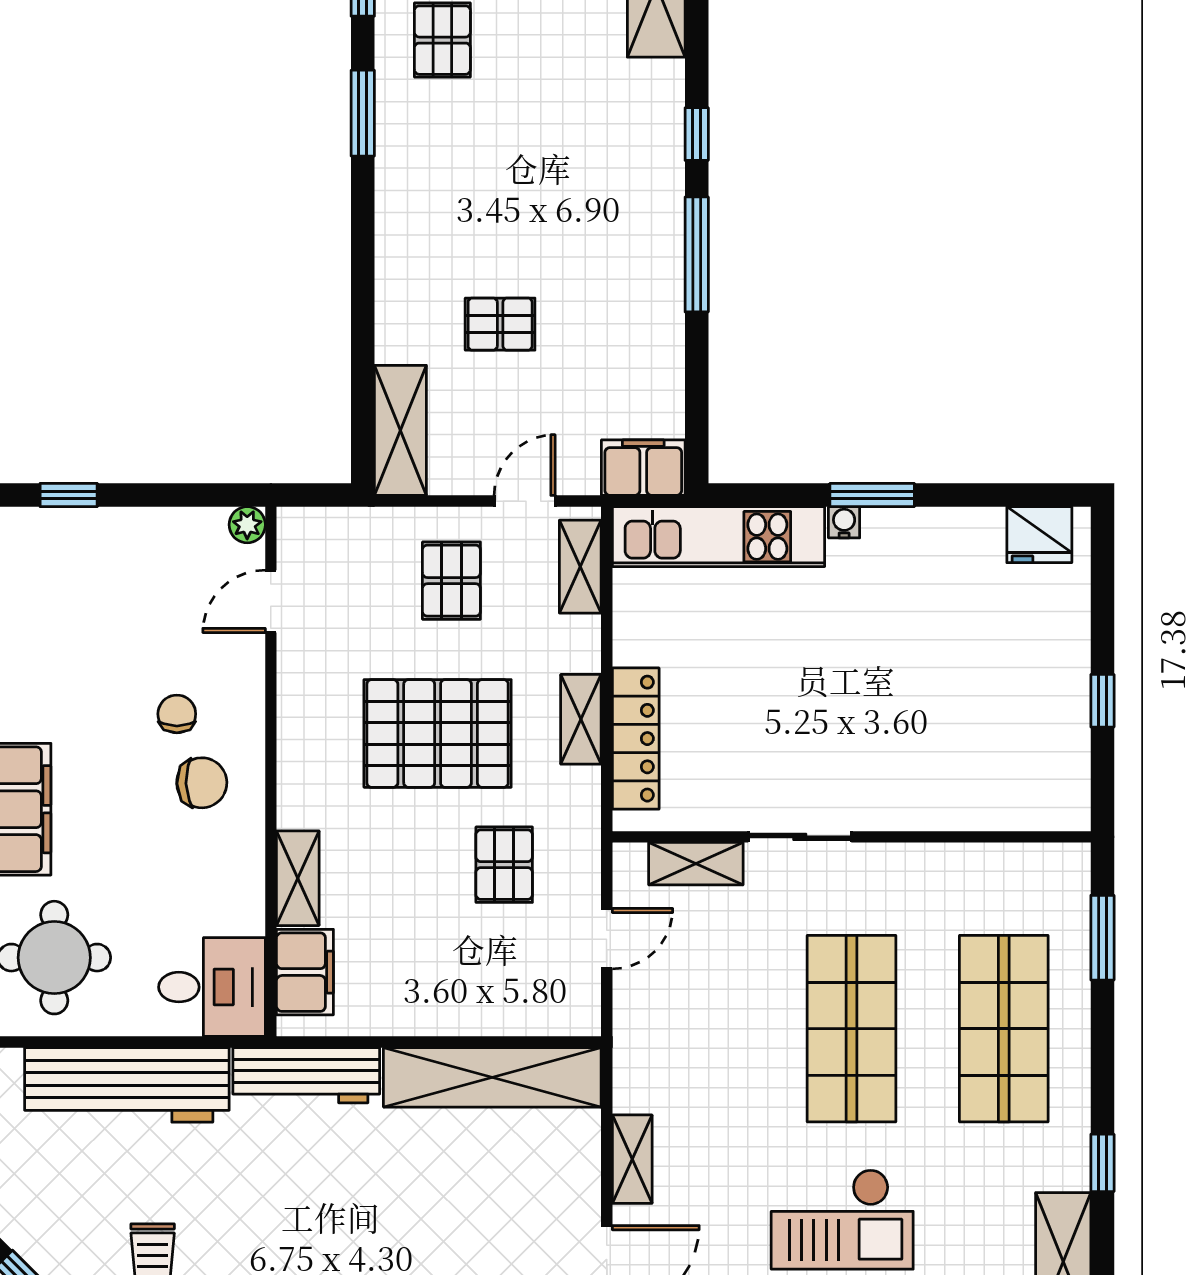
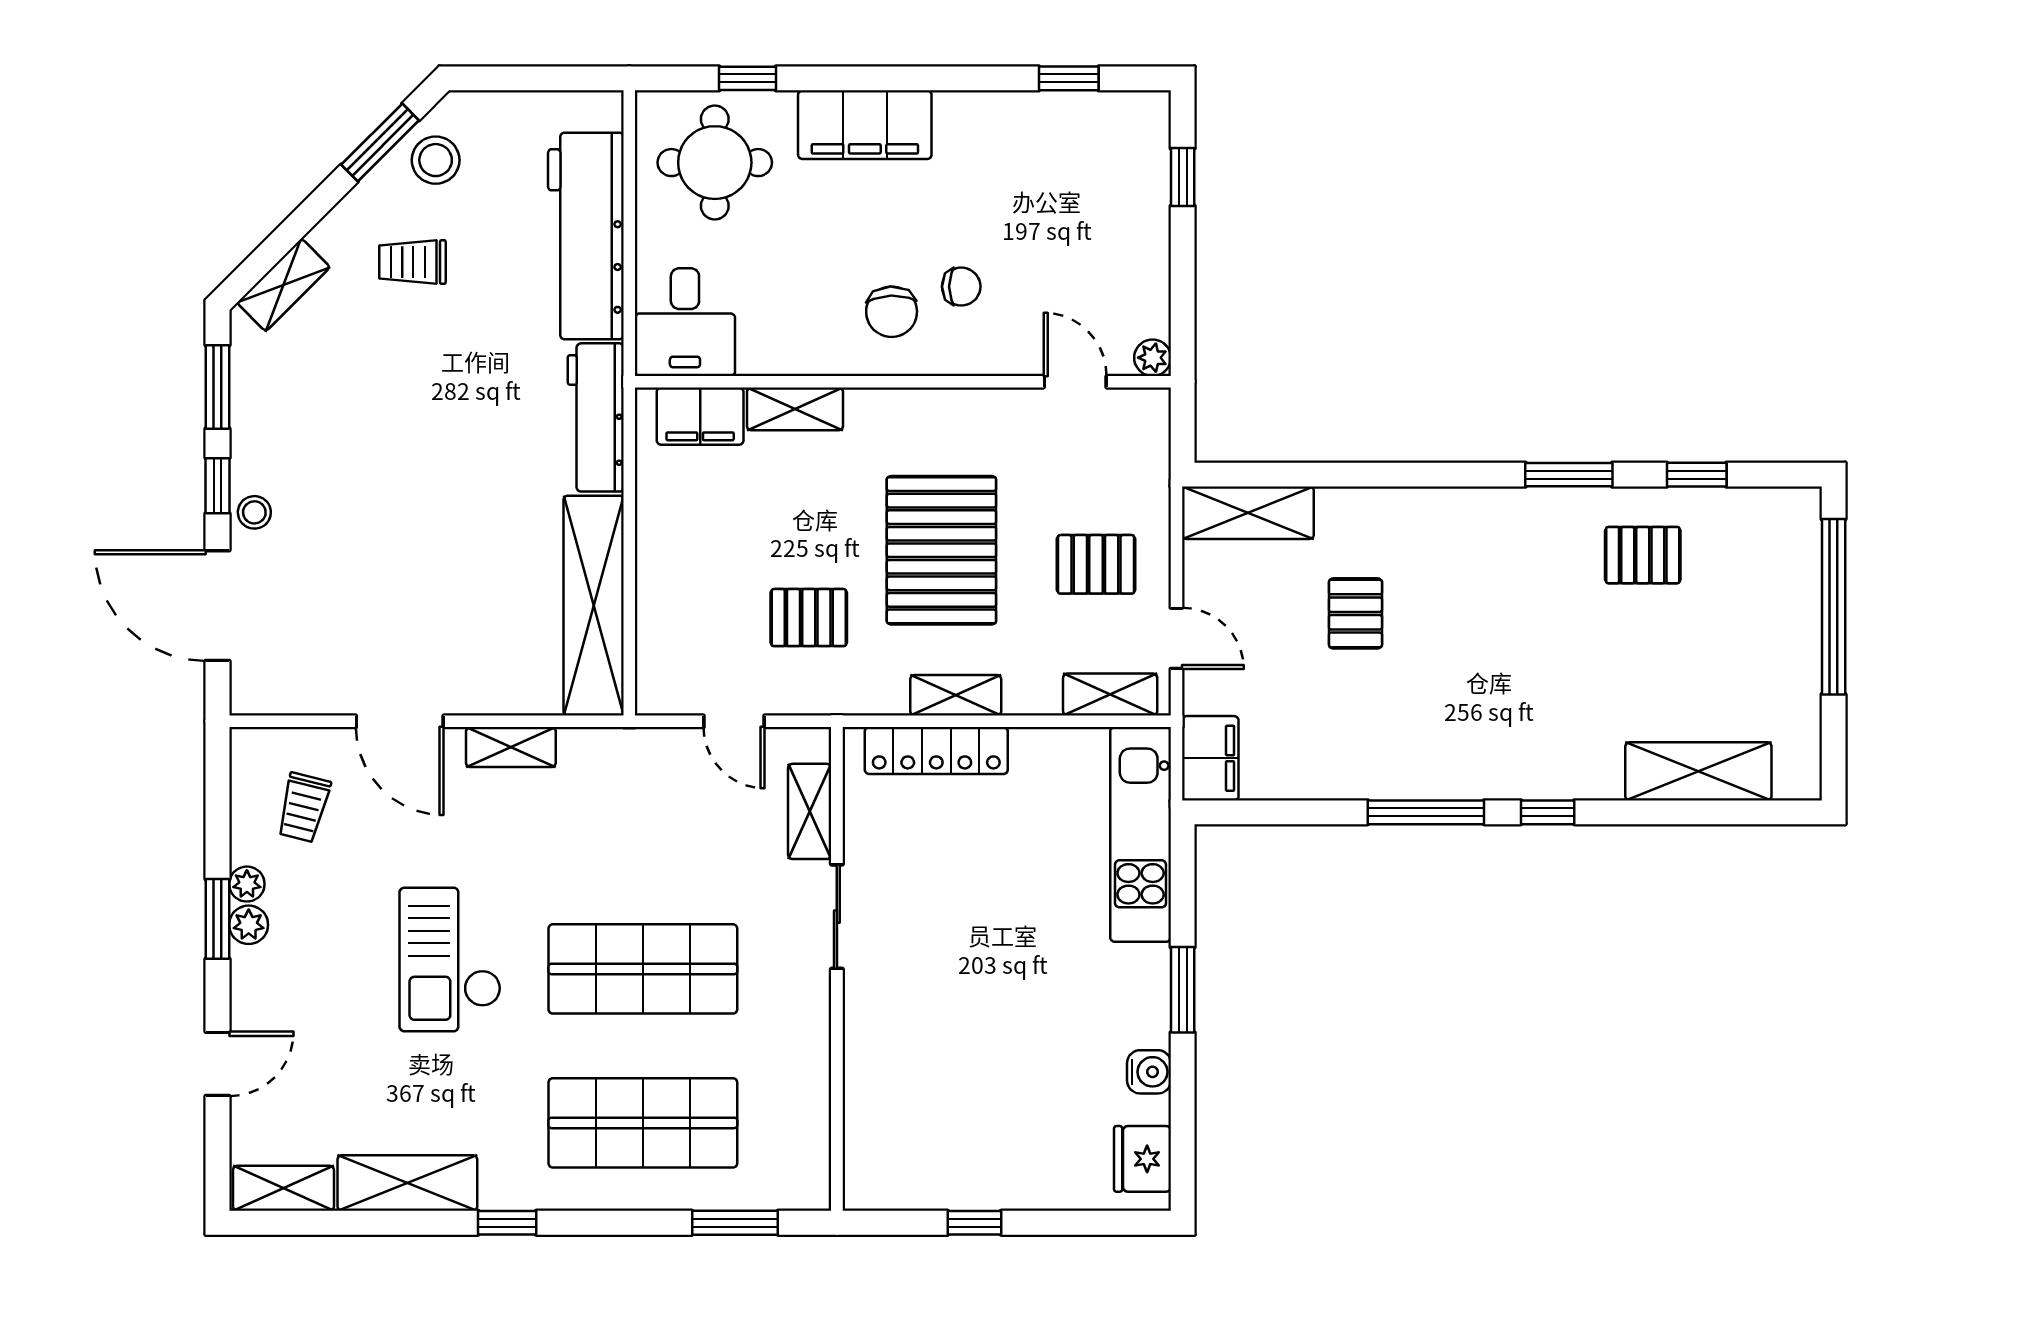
water cooler: (844, 522) -> (1149, 1072), moved, width x1.38, depth x1.38
stool: (52, 1234) -> (436, 160), added

